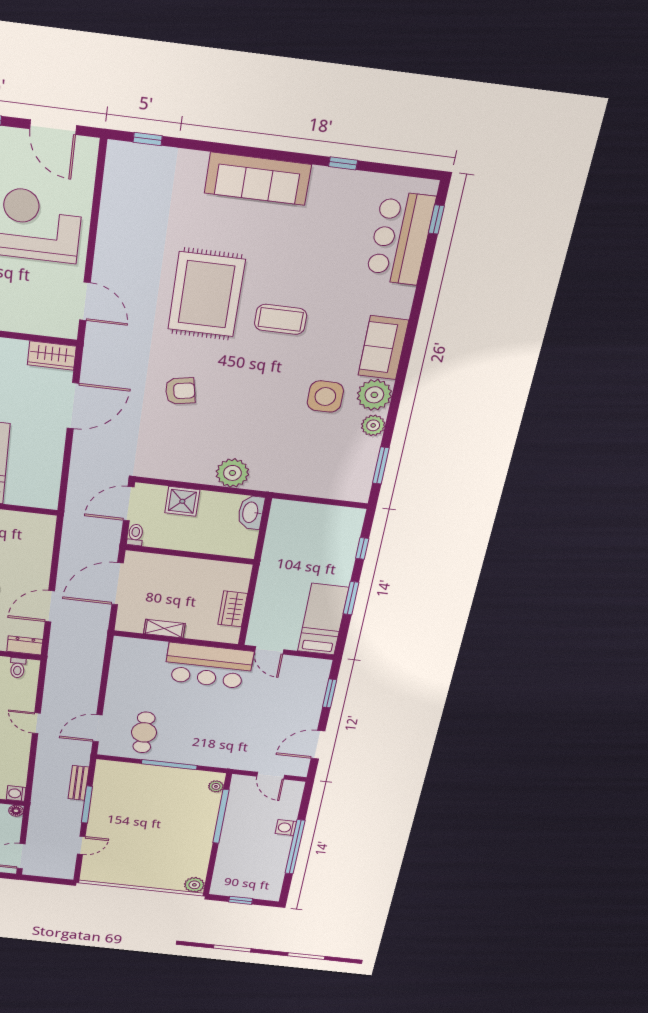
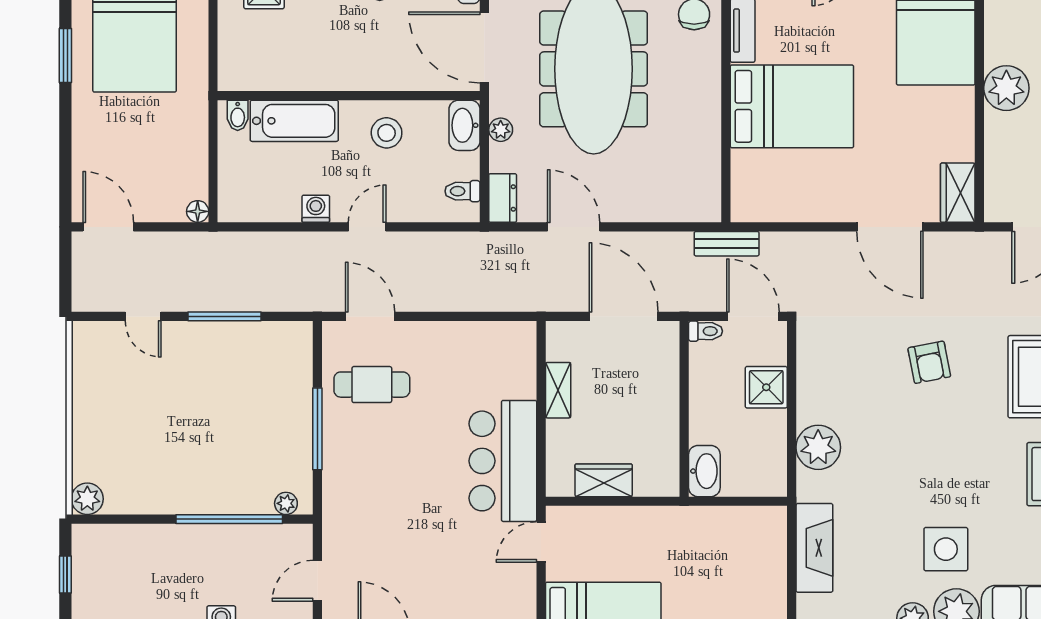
fireplace: (307, 484) -> (814, 548), added
washbasin: (251, 512) -> (704, 471), moved, turned 90
bench: (79, 783) -> (727, 244), moved
washing machine: (16, 793) -> (316, 209), moved

